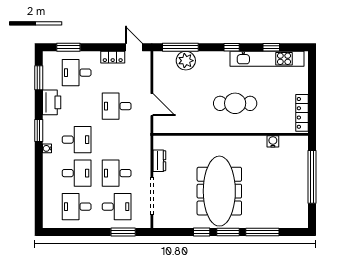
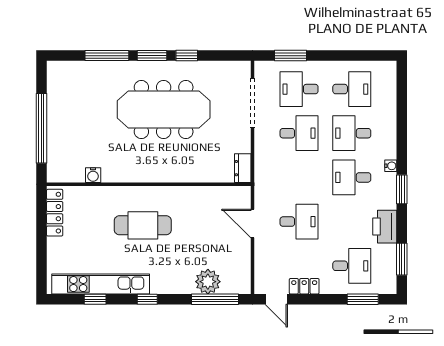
dresser: (159, 161) -> (243, 168), moved
meeting table: (219, 191) -> (164, 109), turned 90

